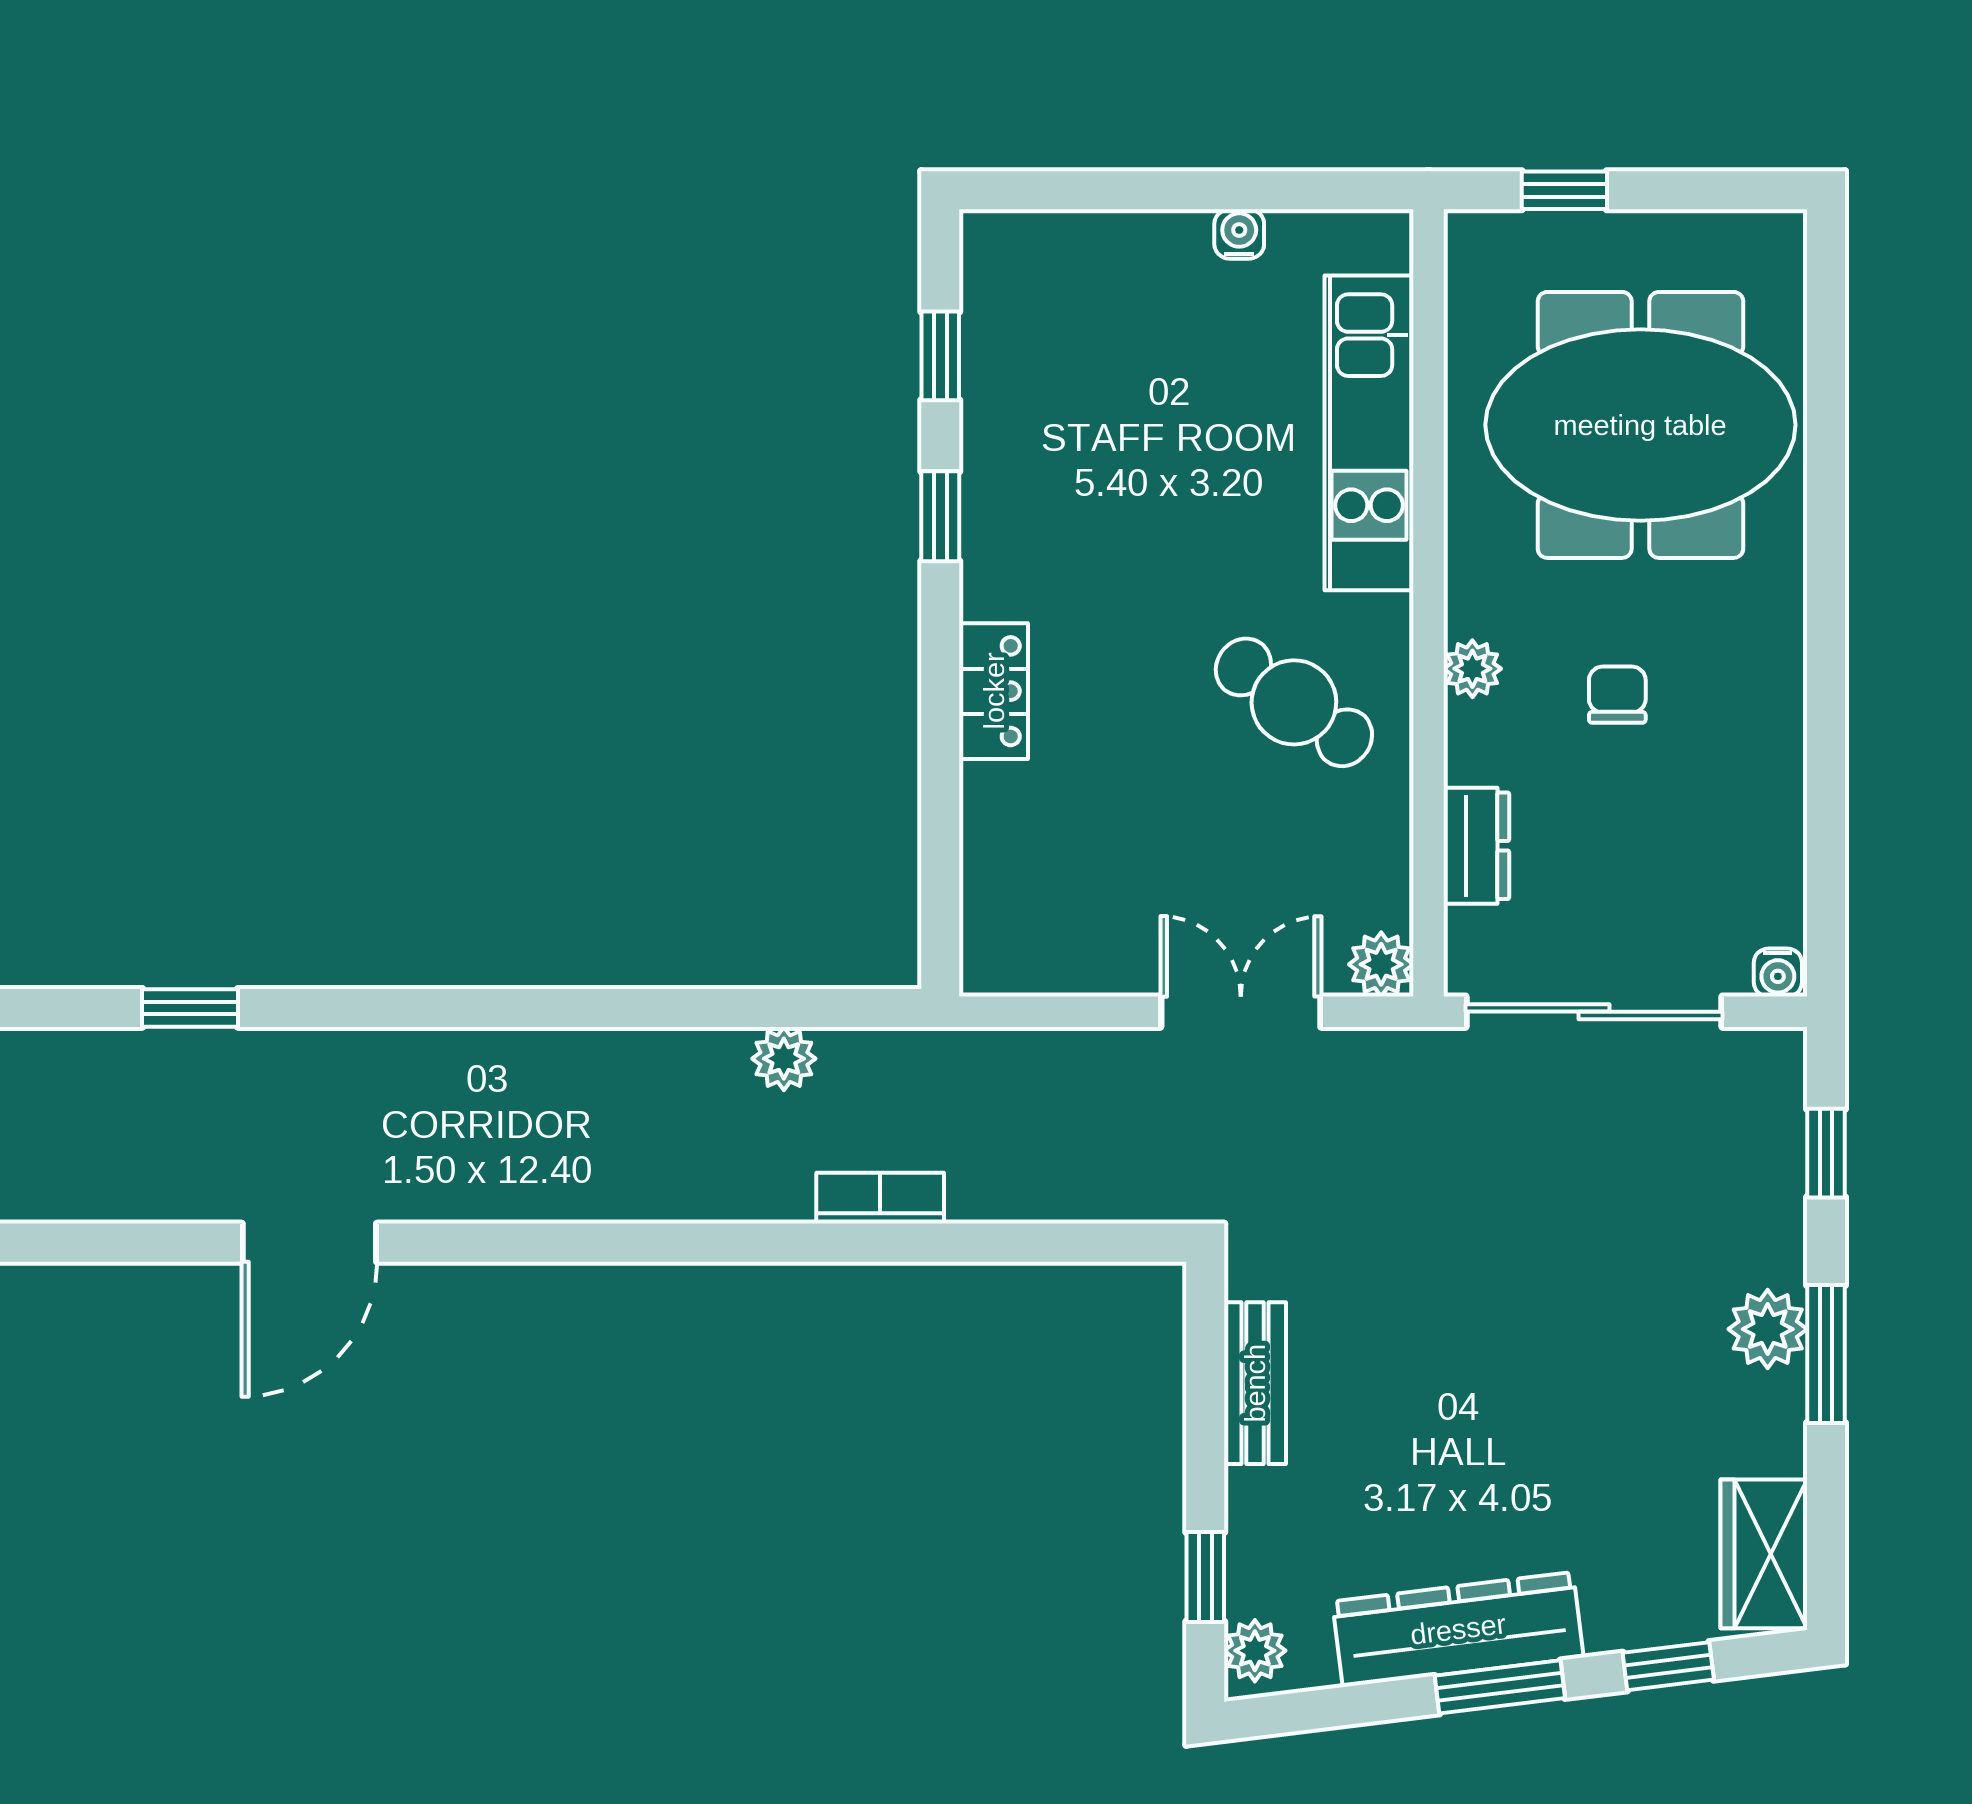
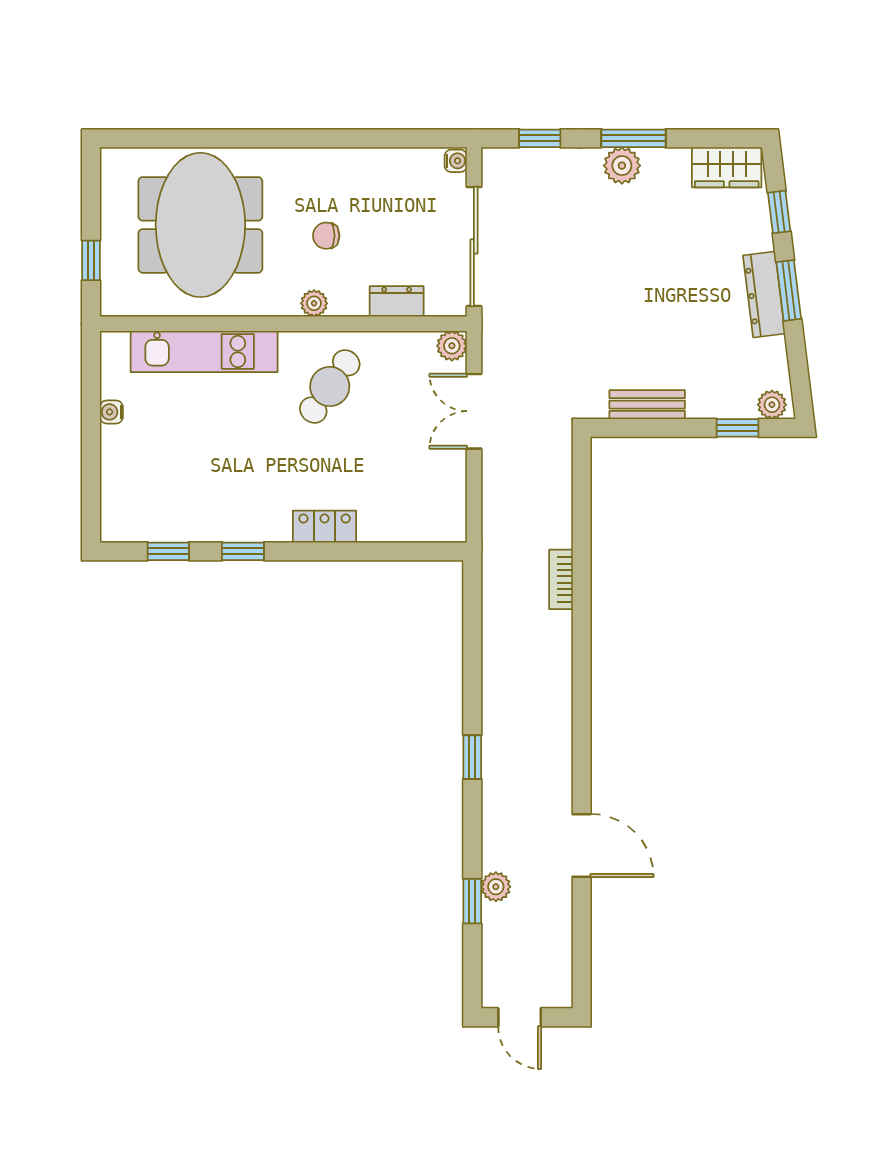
window: (499, 1008) -> (472, 757), added
plant: (784, 1059) -> (496, 887), moved
dresser: (1458, 1629) -> (764, 295), width x0.73, depth x0.80

